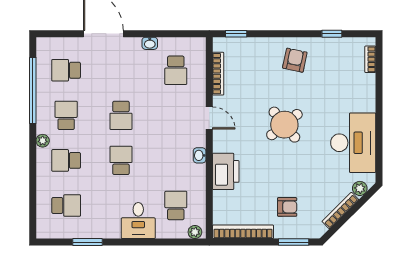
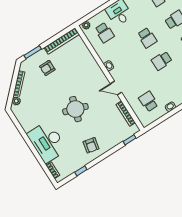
school desk: (121, 115) -> (162, 61), turned -90
round table: (284, 125) -> (75, 109), turned -33
desk: (353, 143) -> (47, 142), moved
printer: (226, 171) -> (90, 66), removed

